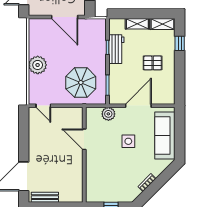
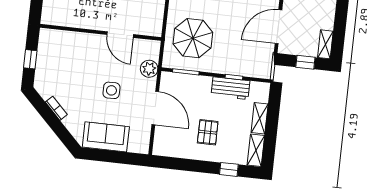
sofa: (165, 135) -> (106, 137), width x0.73
door: (84, 139) -> (120, 35), swing flipped

